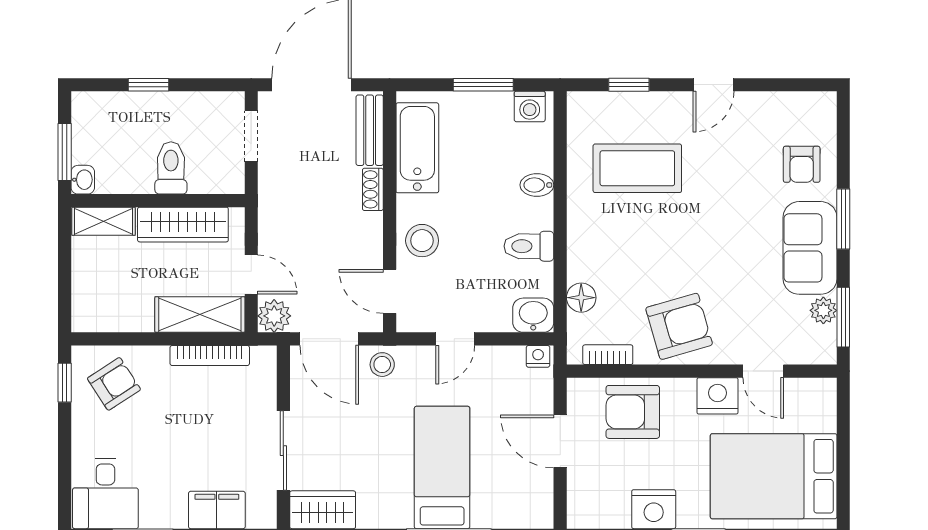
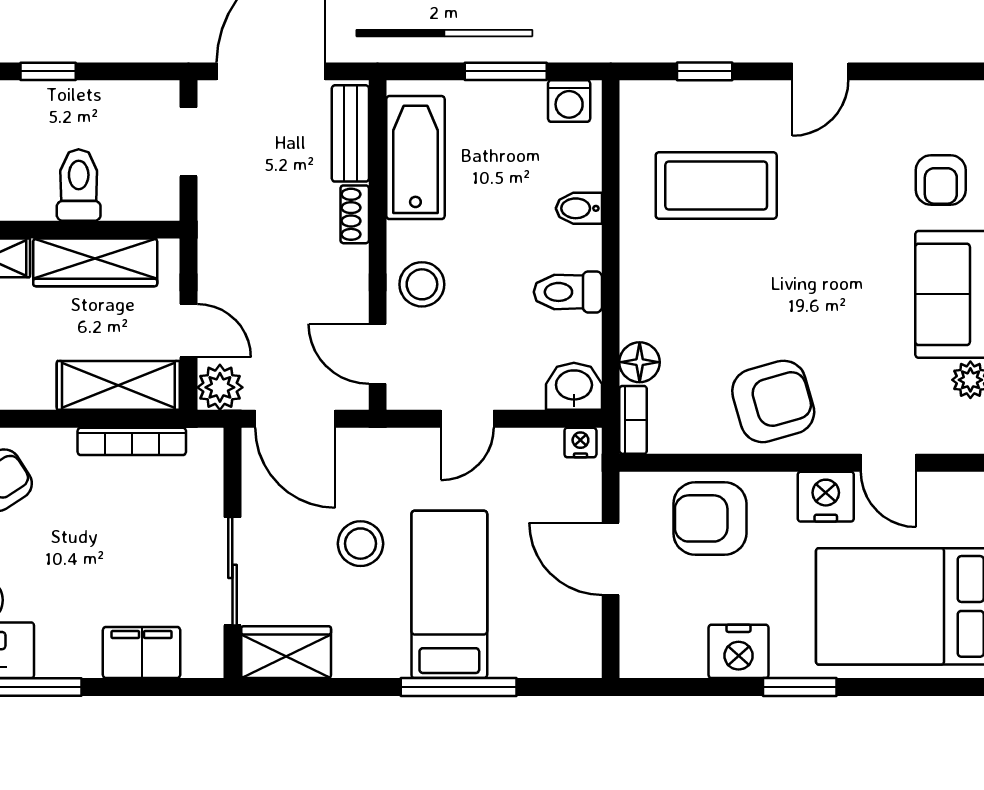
bookcase: (608, 355) -> (633, 420), moved, turned 90
stool: (382, 365) -> (361, 544), moved, width x1.37, depth x1.37

